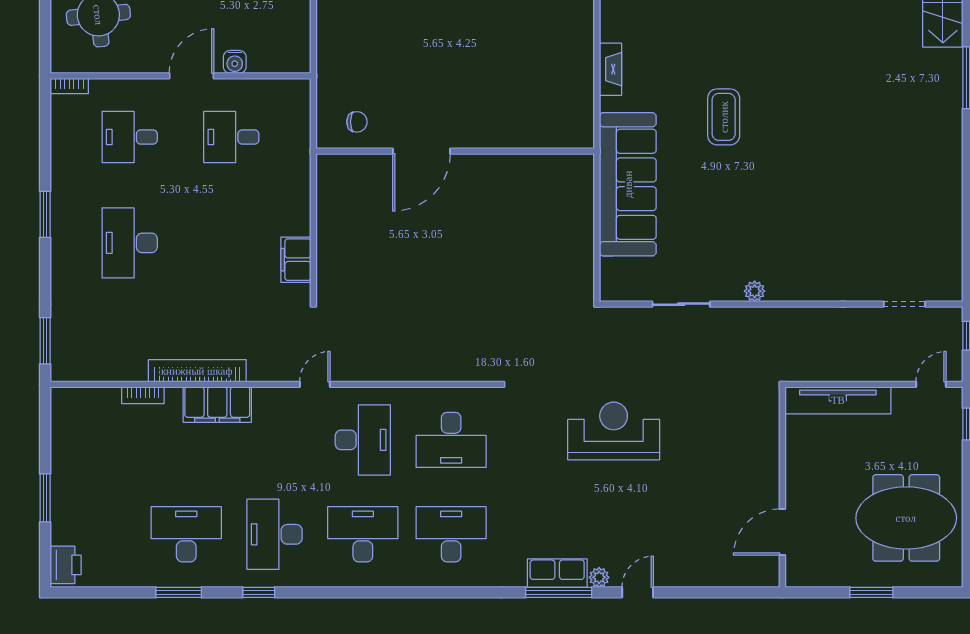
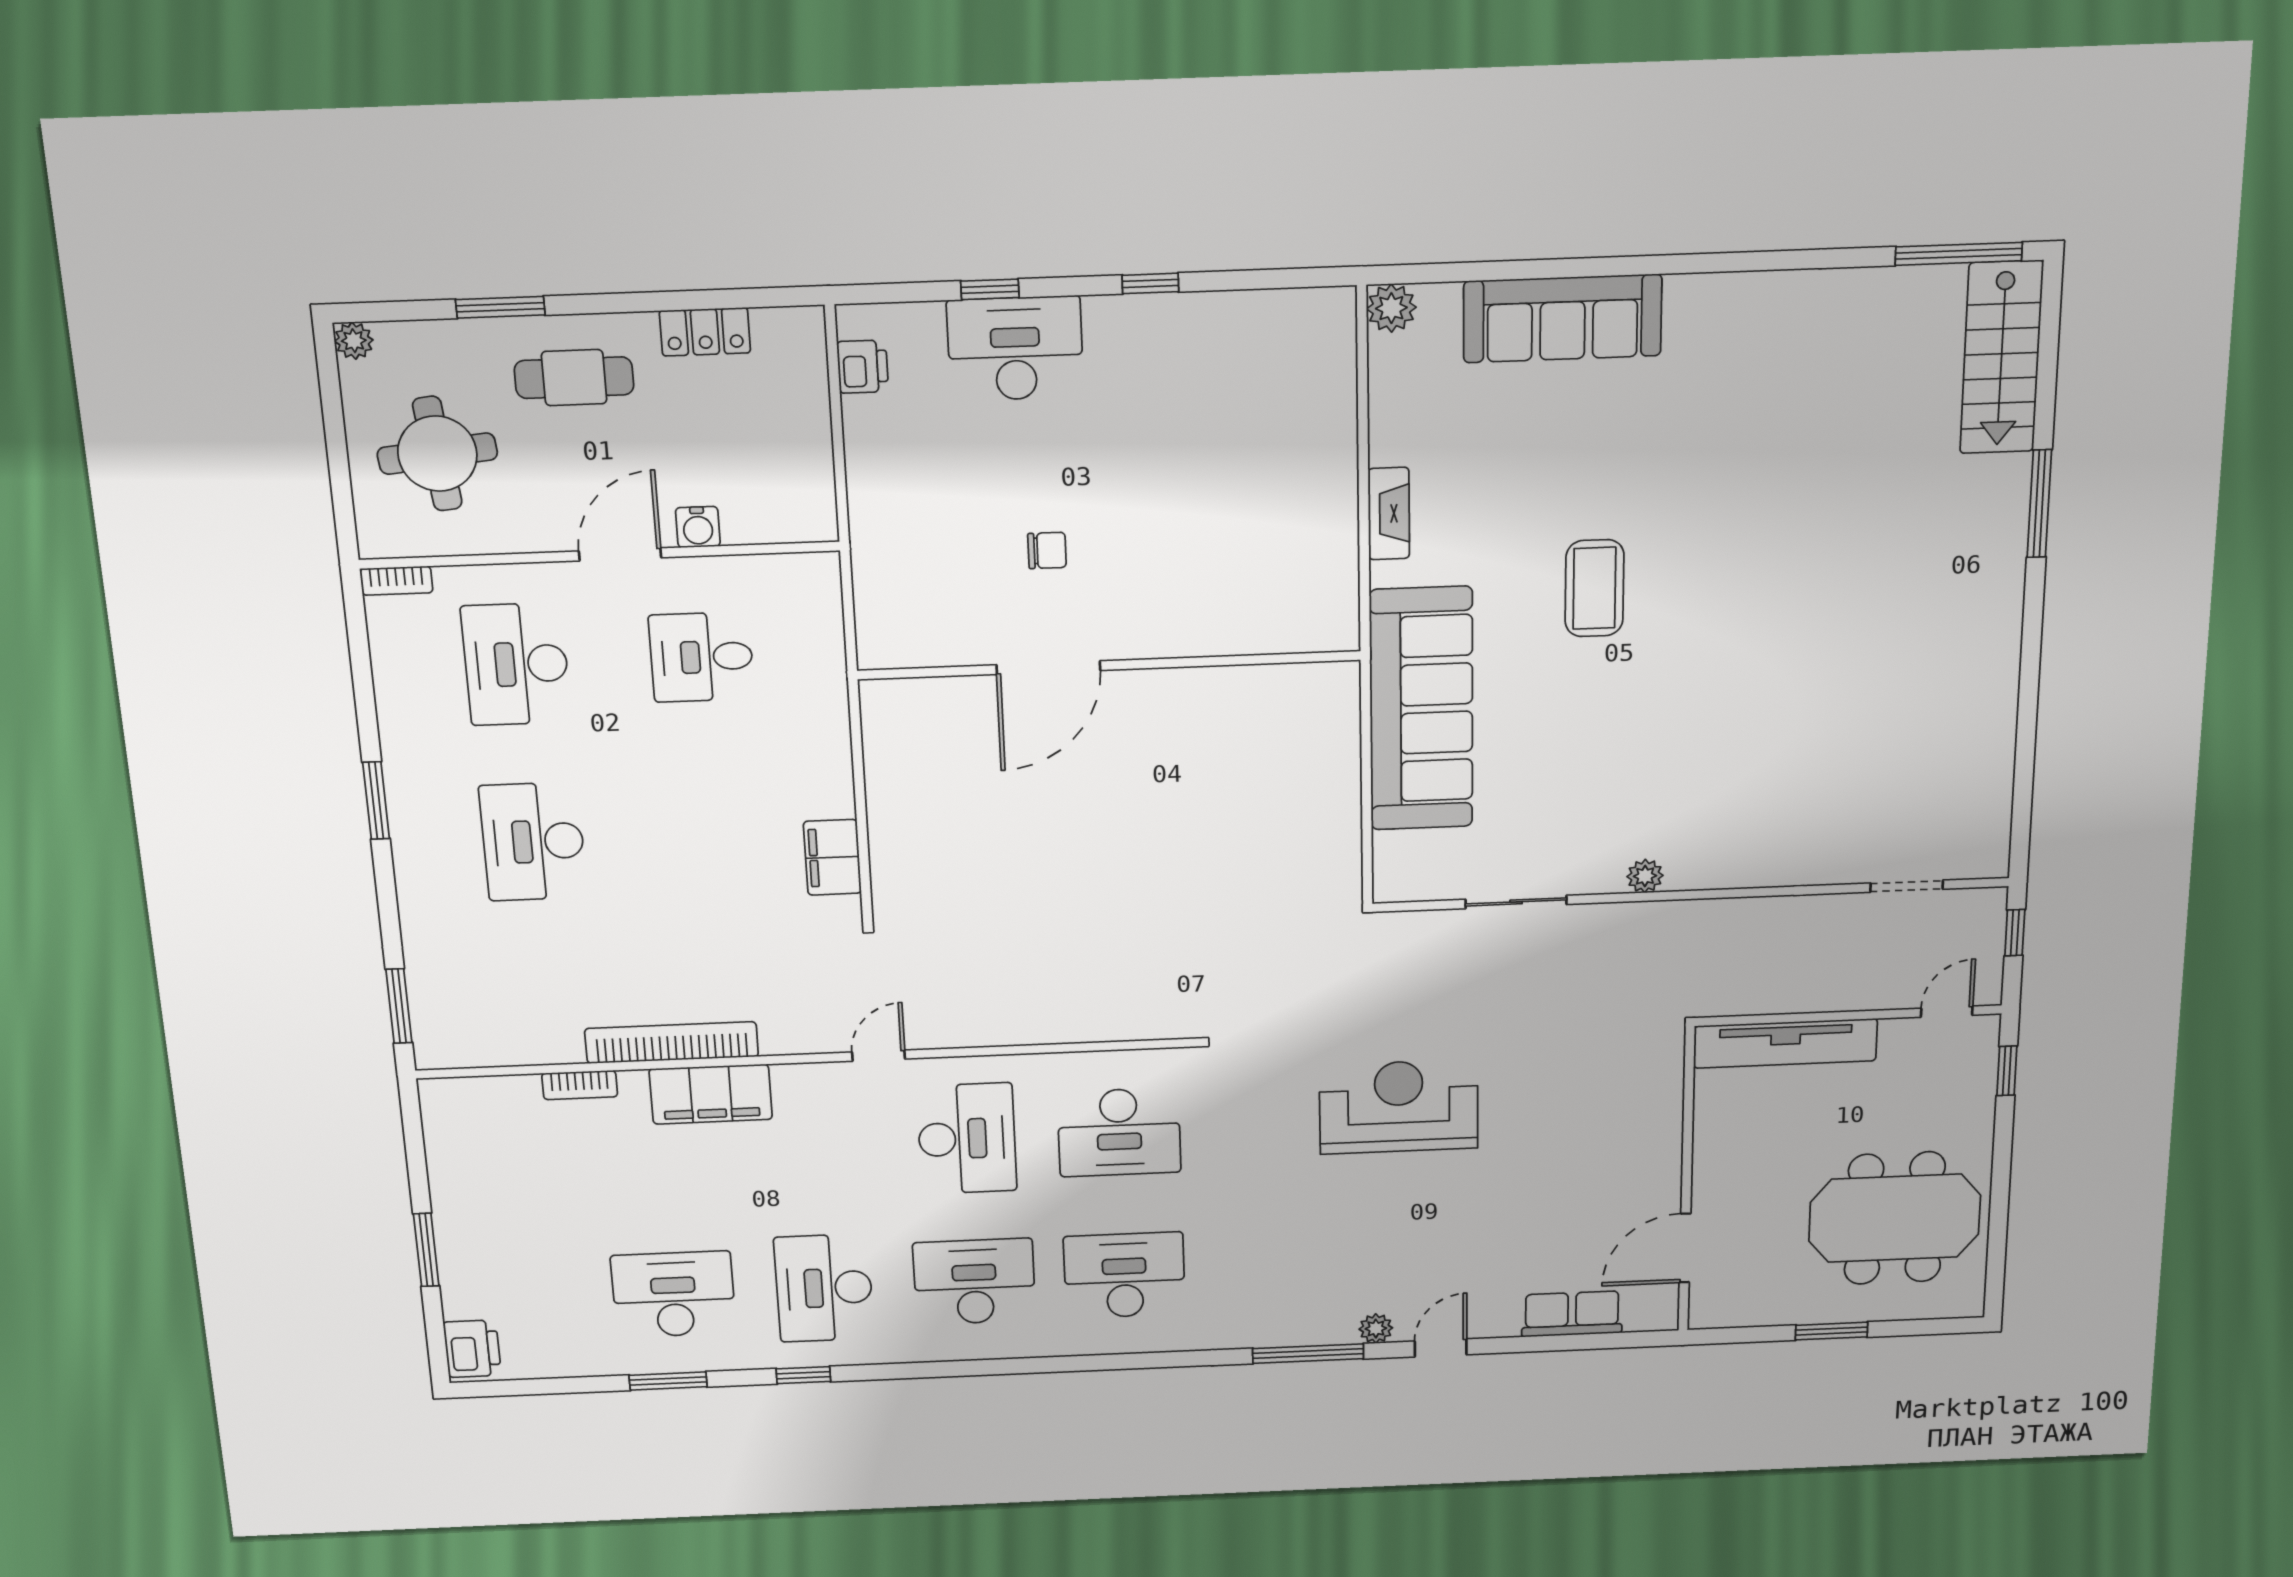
chair: (357, 122) -> (1047, 550), moved
desk: (130, 137) -> (516, 664), width x1.37
row of seats: (557, 573) -> (1572, 1314), moved

